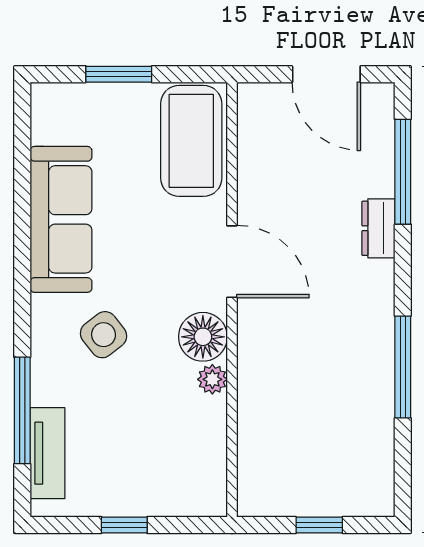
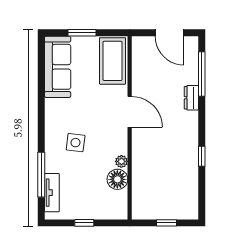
sofa: (61, 219) -> (58, 67), moved
side table: (104, 335) -> (76, 143), turned 45
floor lamp: (203, 337) -> (117, 179), moved
window: (403, 367) -> (202, 156), width x0.46

